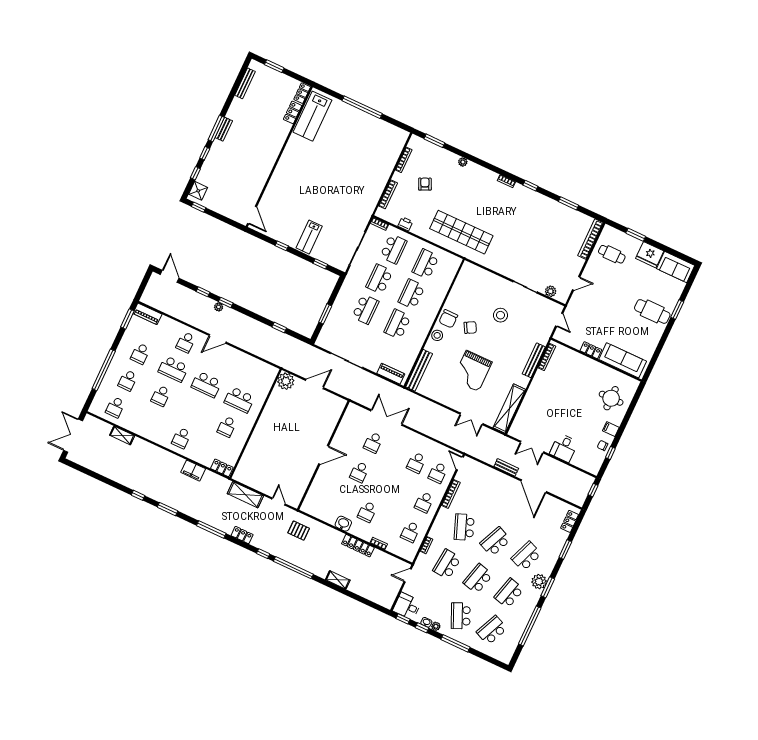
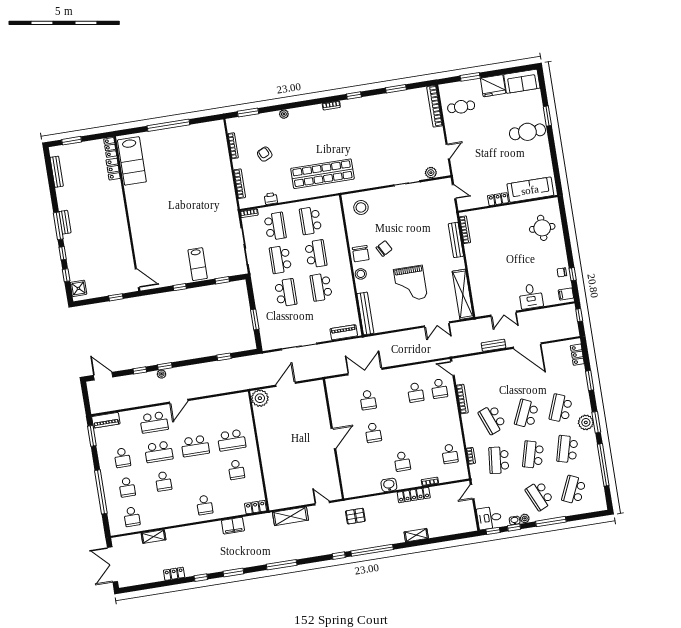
window: (199, 207) -> (116, 297), moved
school desk: (412, 294) -> (316, 254), turned 180
stool: (500, 315) -> (361, 207), moved
school desk: (186, 342) -> (154, 422), width x1.85
filing cabinet: (611, 429) -> (566, 294), moved
school desk: (424, 502) -> (445, 421), removed
locker: (242, 535) -> (174, 574), moved

